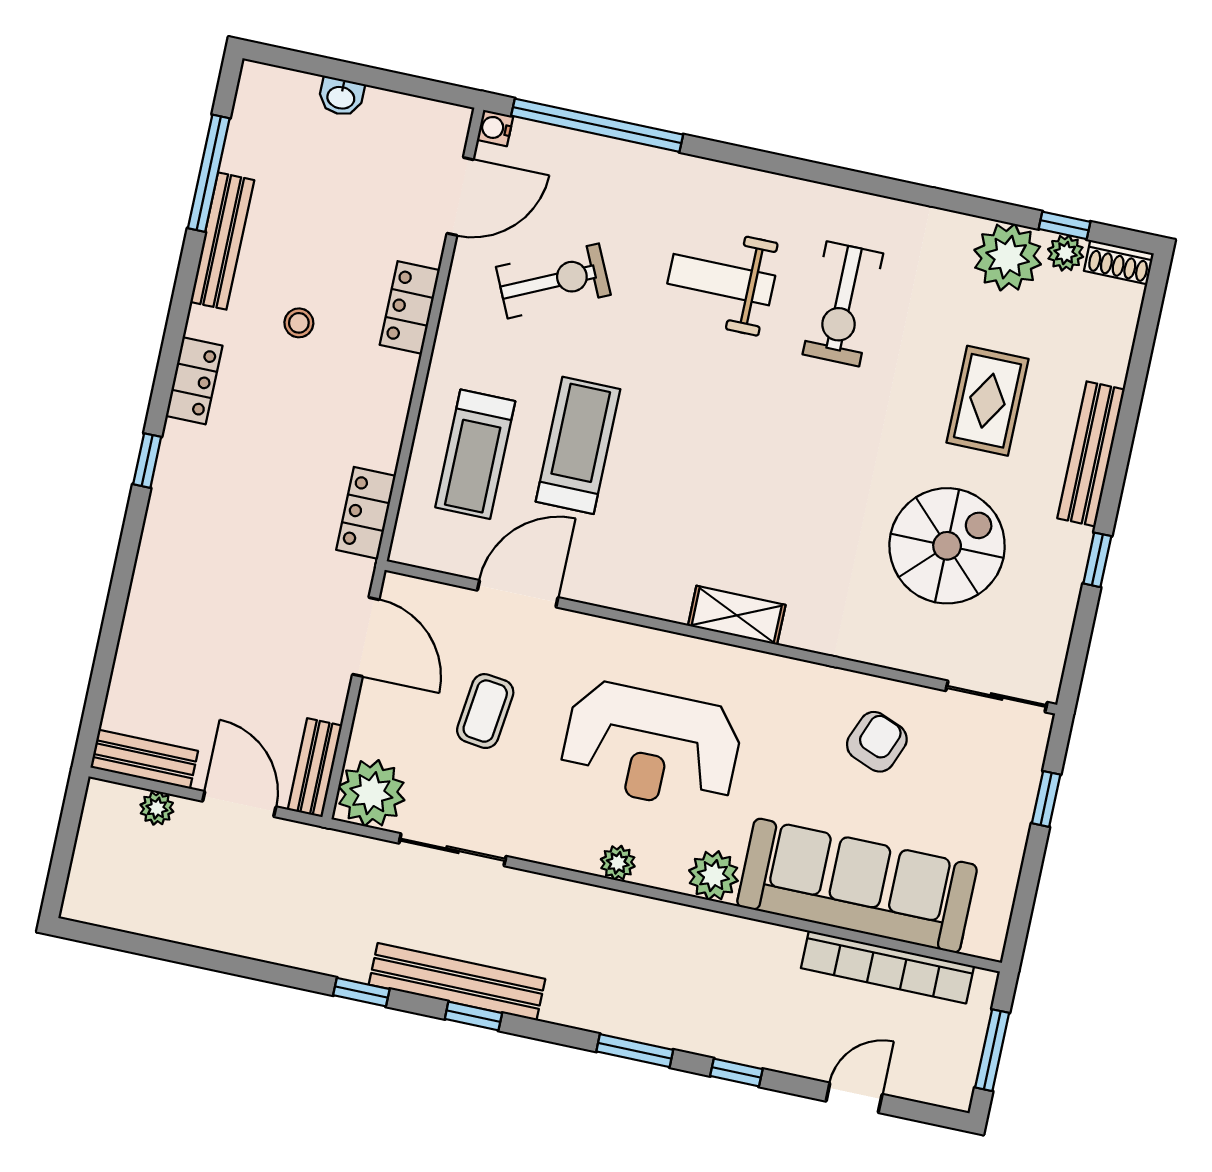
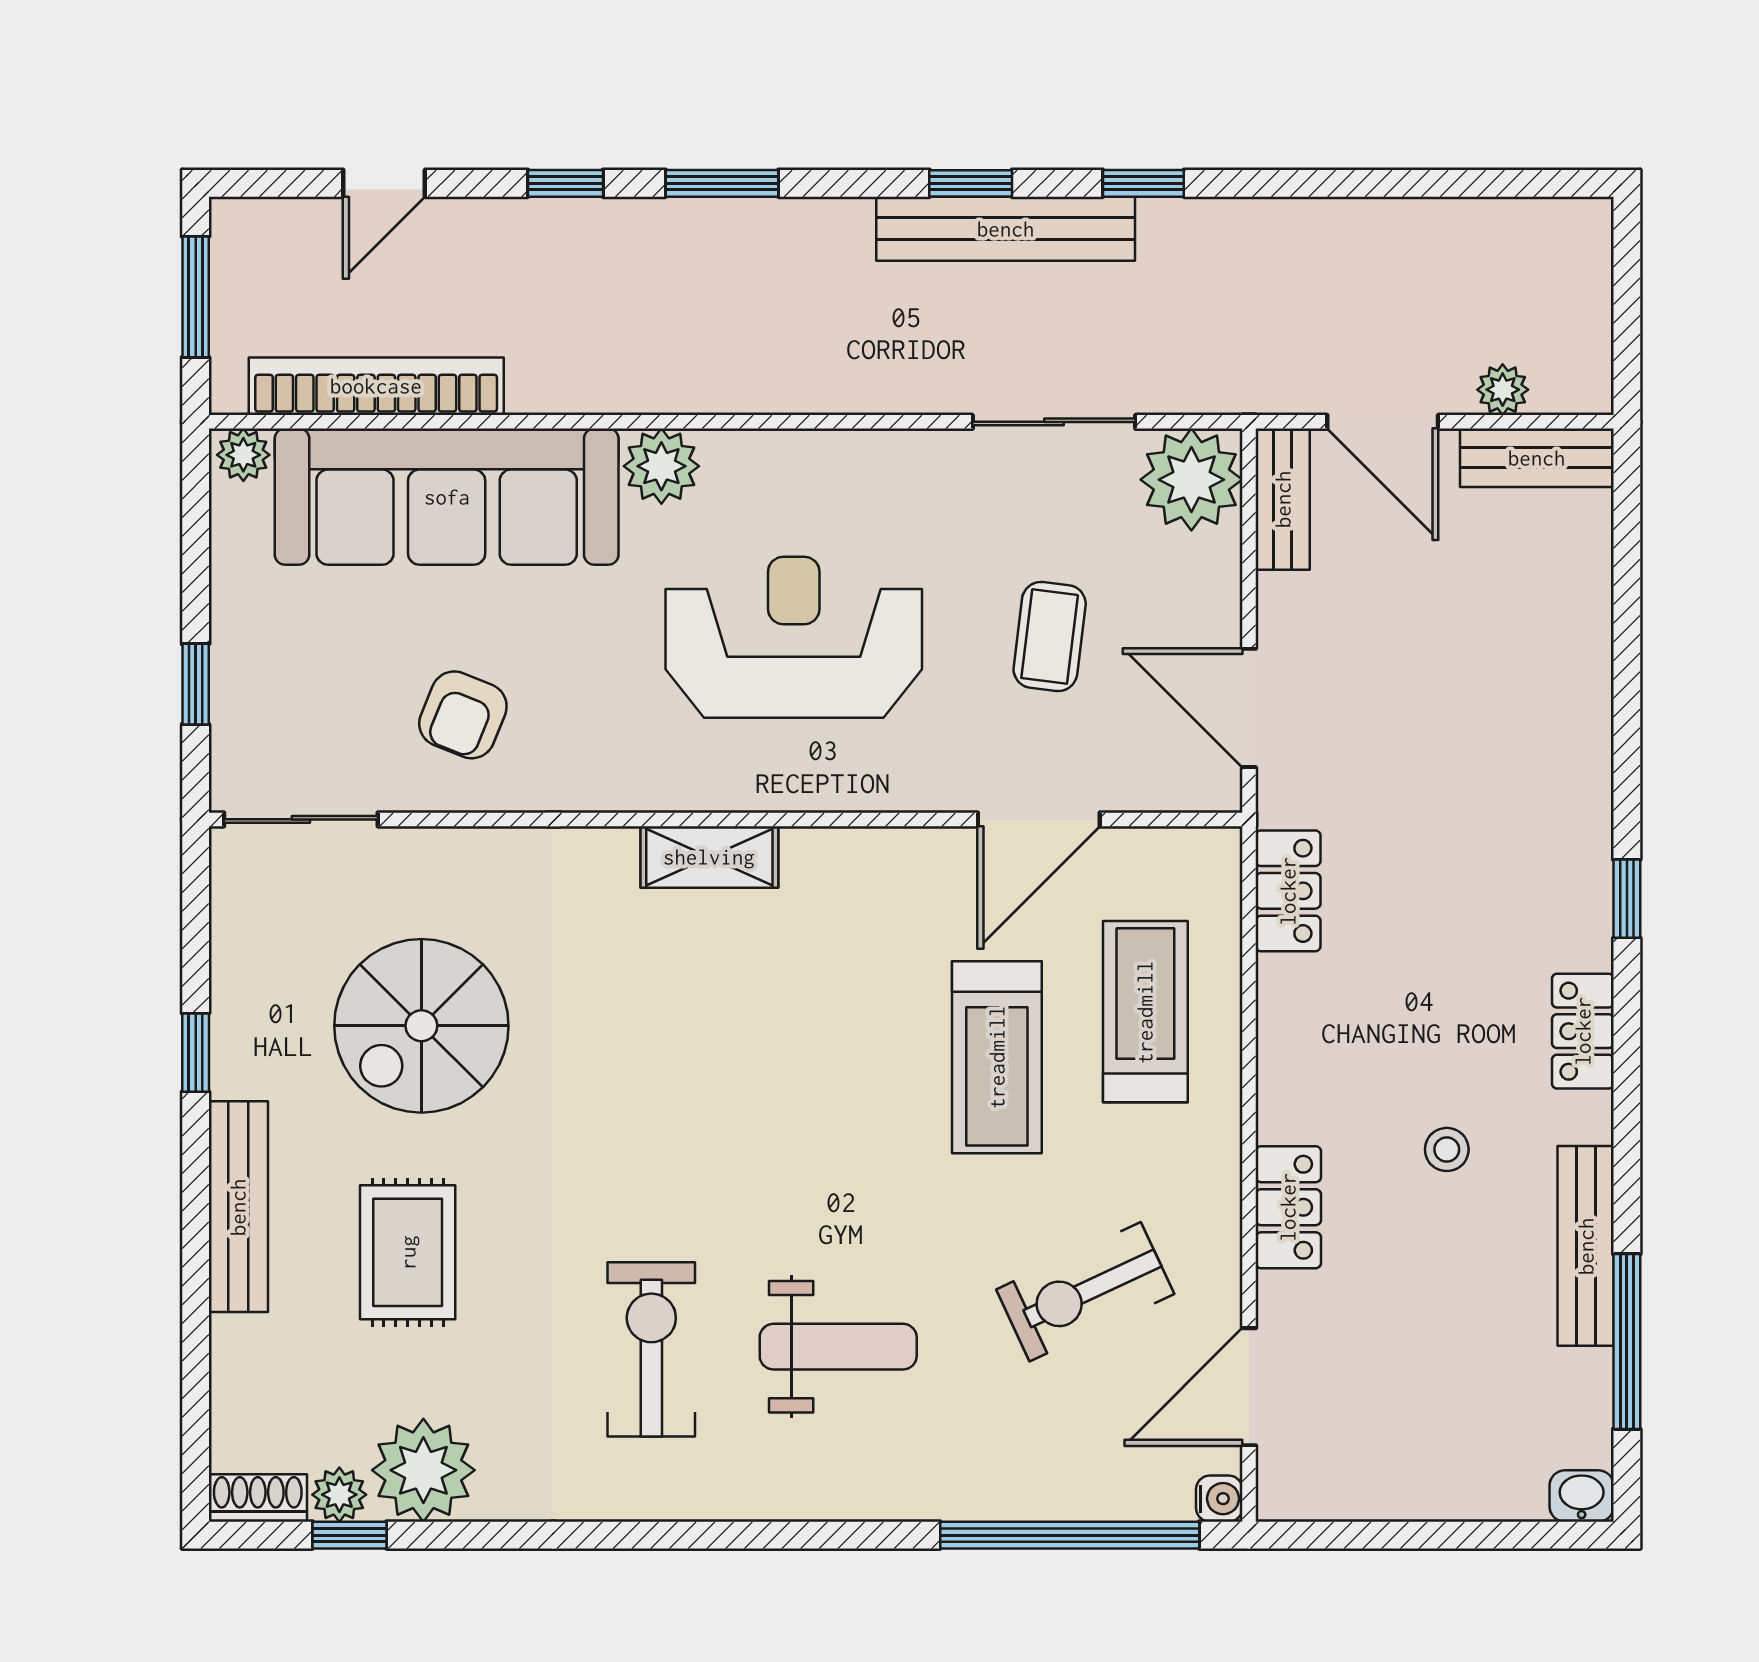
washbasin: (341, 97) -> (1582, 1496), moved
plant: (618, 863) -> (243, 455), moved

